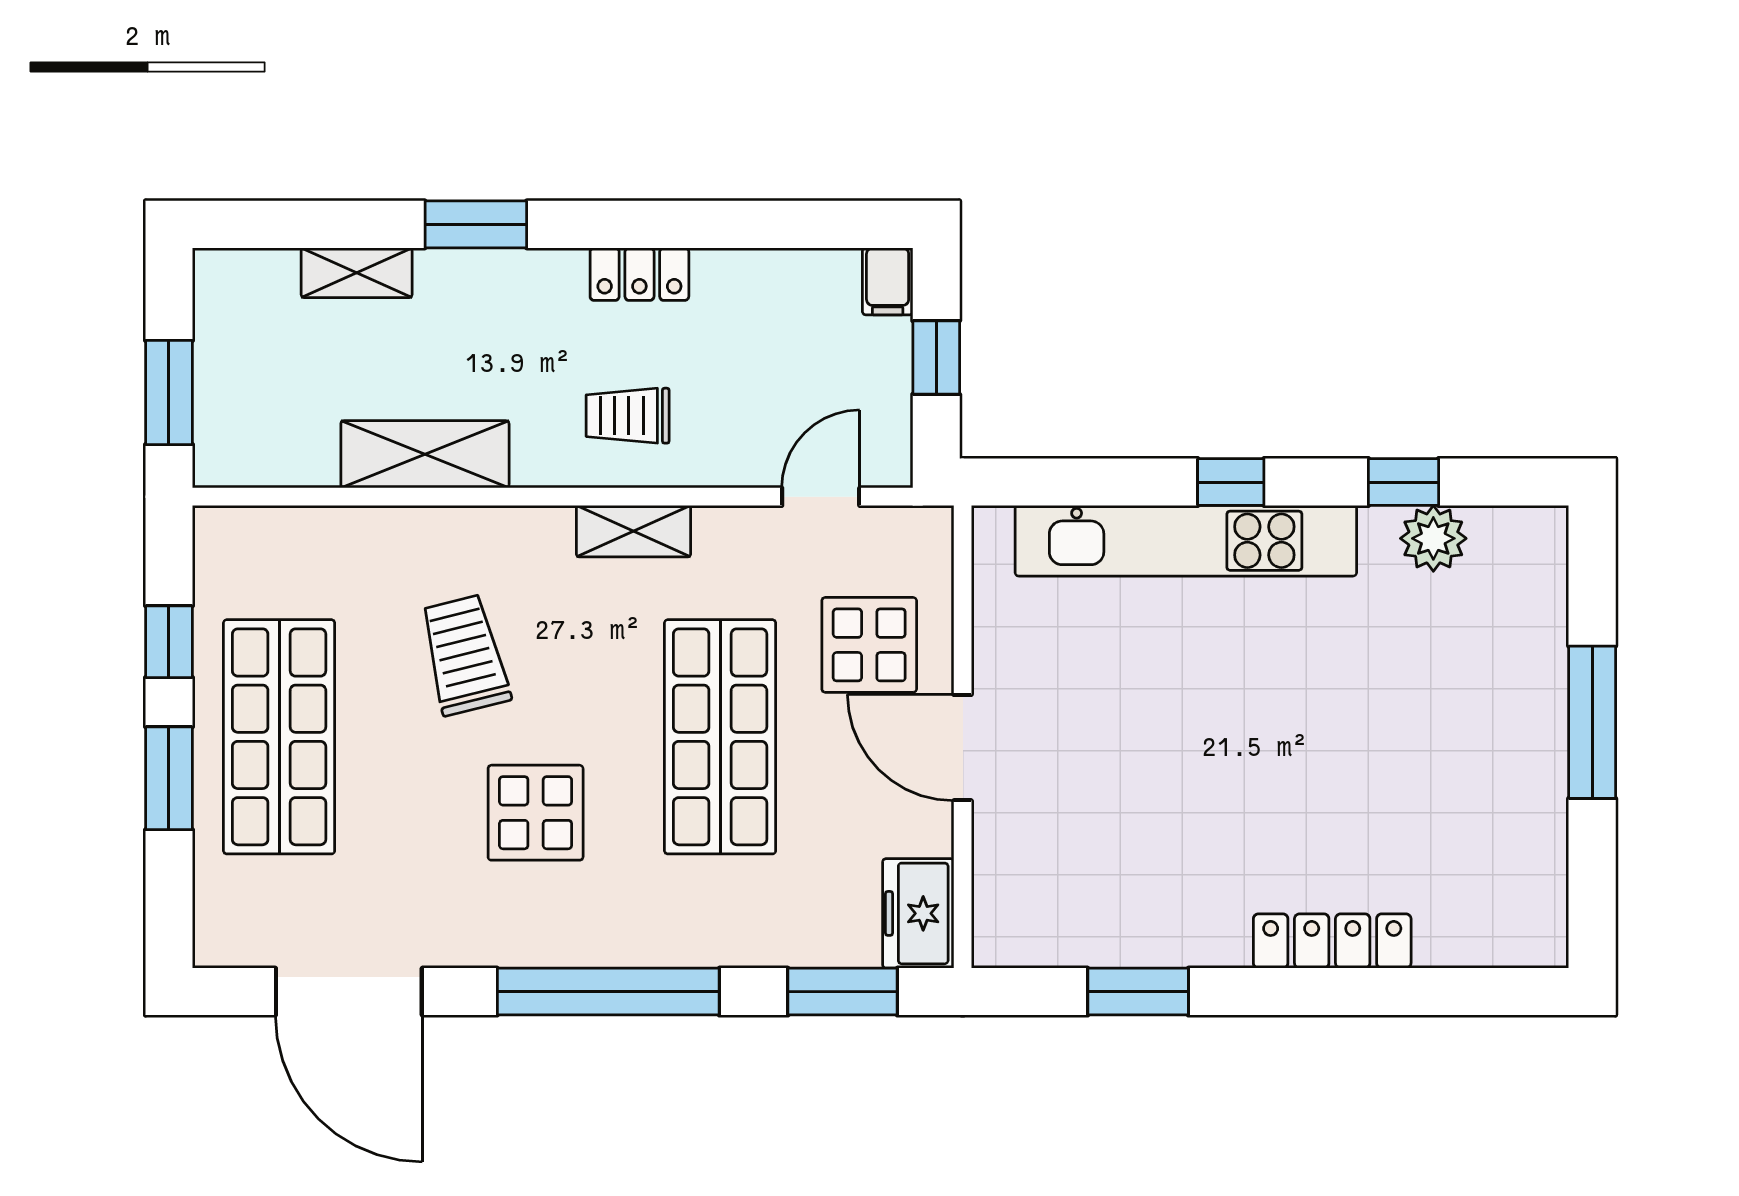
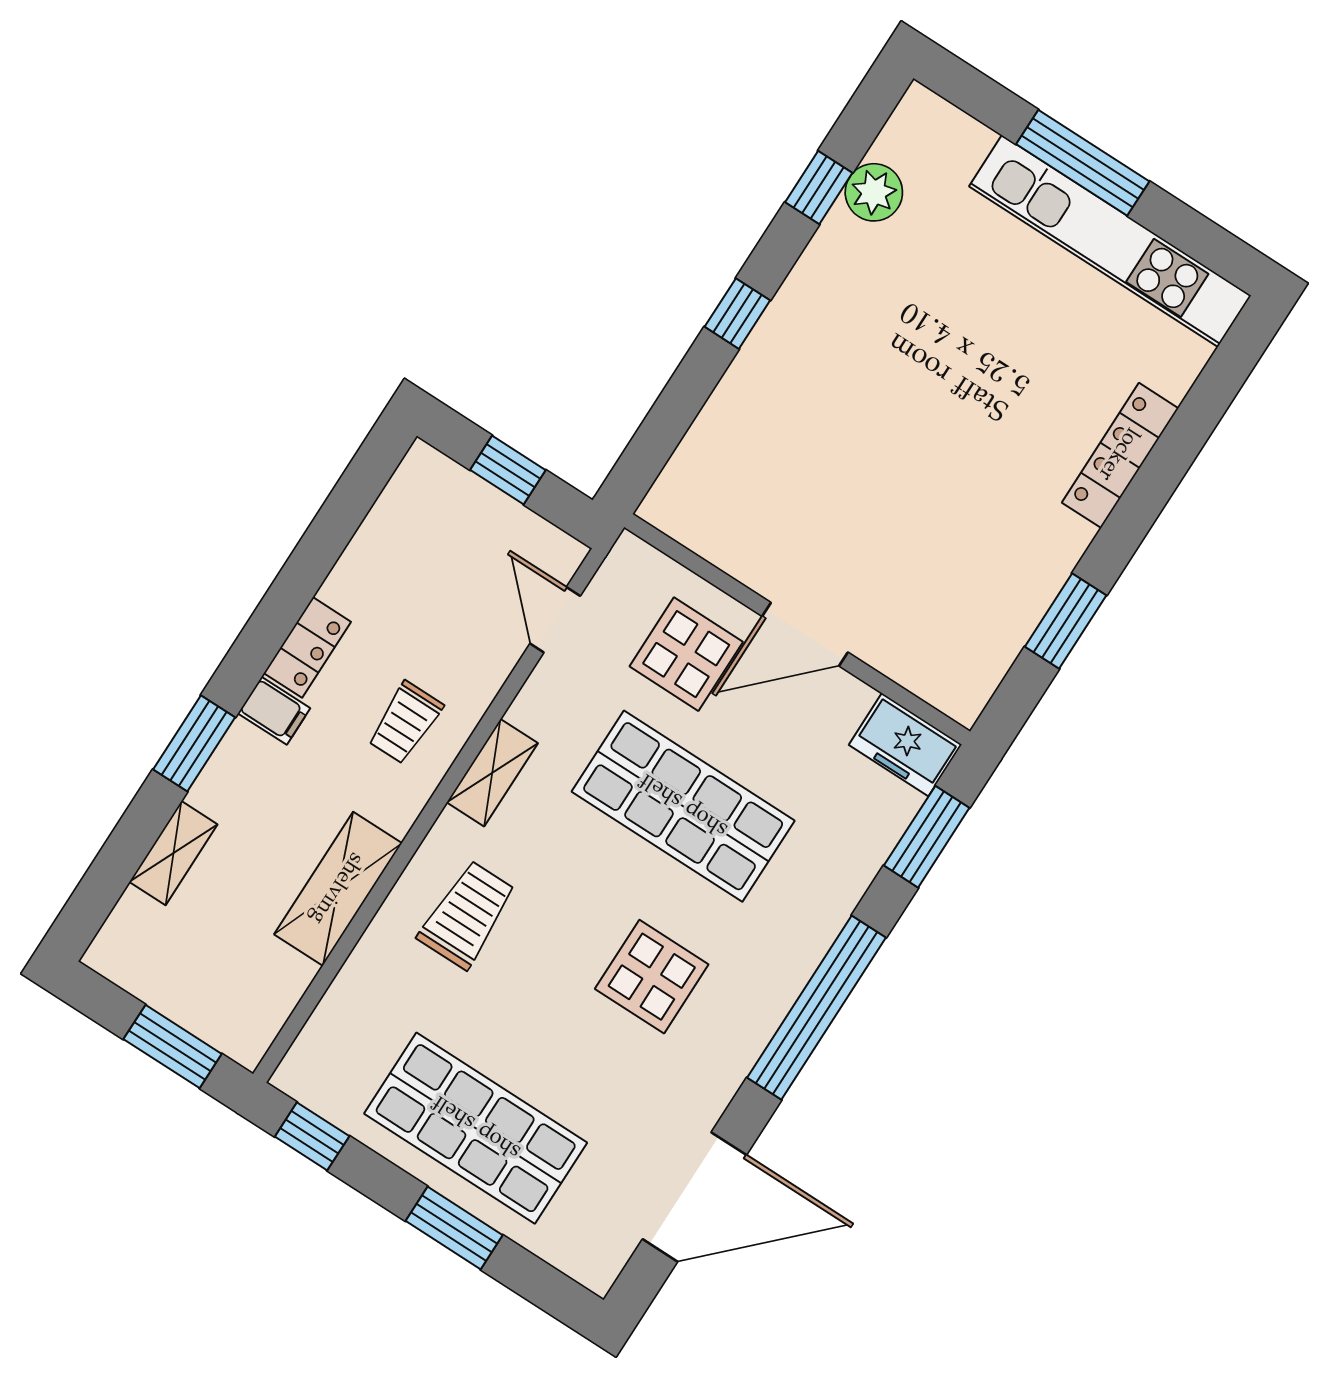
filing cabinet: (888, 281) -> (274, 711), moved
kitchen unit: (1186, 541) -> (1110, 241), moved, turned 90
window: (169, 642) -> (312, 1136), moved
trolley: (465, 655) -> (467, 915), moved, turned 104

